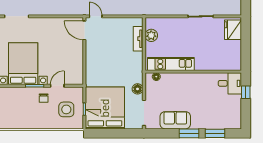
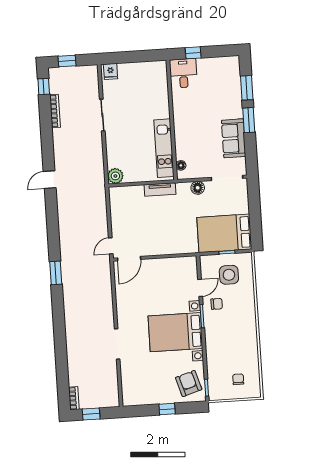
fridge: (233, 30) -> (111, 71), width x0.53, depth x0.75
plant: (151, 35) -> (115, 176), moved
tv unit: (138, 39) -> (160, 189), moved
door: (57, 86) -> (200, 288), swing flipped
bed: (105, 108) -> (224, 233), width x0.73

